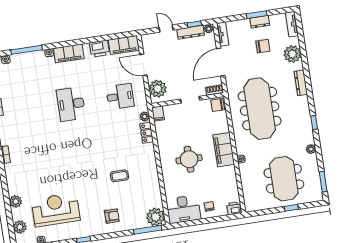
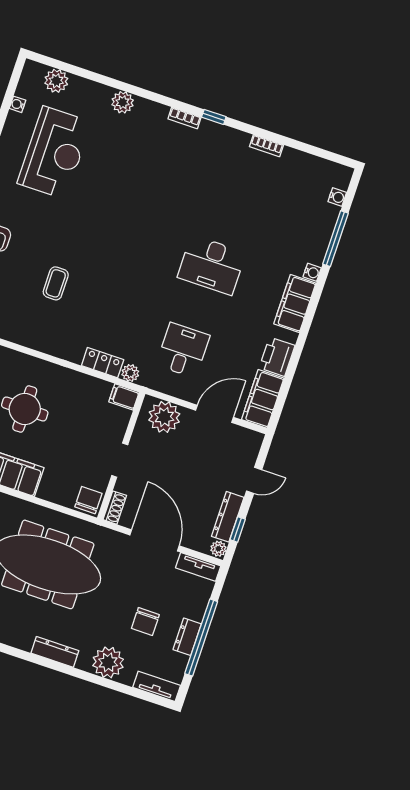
window: (257, 15) -> (201, 638), width x2.11
desk: (120, 96) -> (183, 350), turned 180
desk: (71, 104) -> (212, 265), turned 180
plant: (16, 202) -> (123, 102), moved

